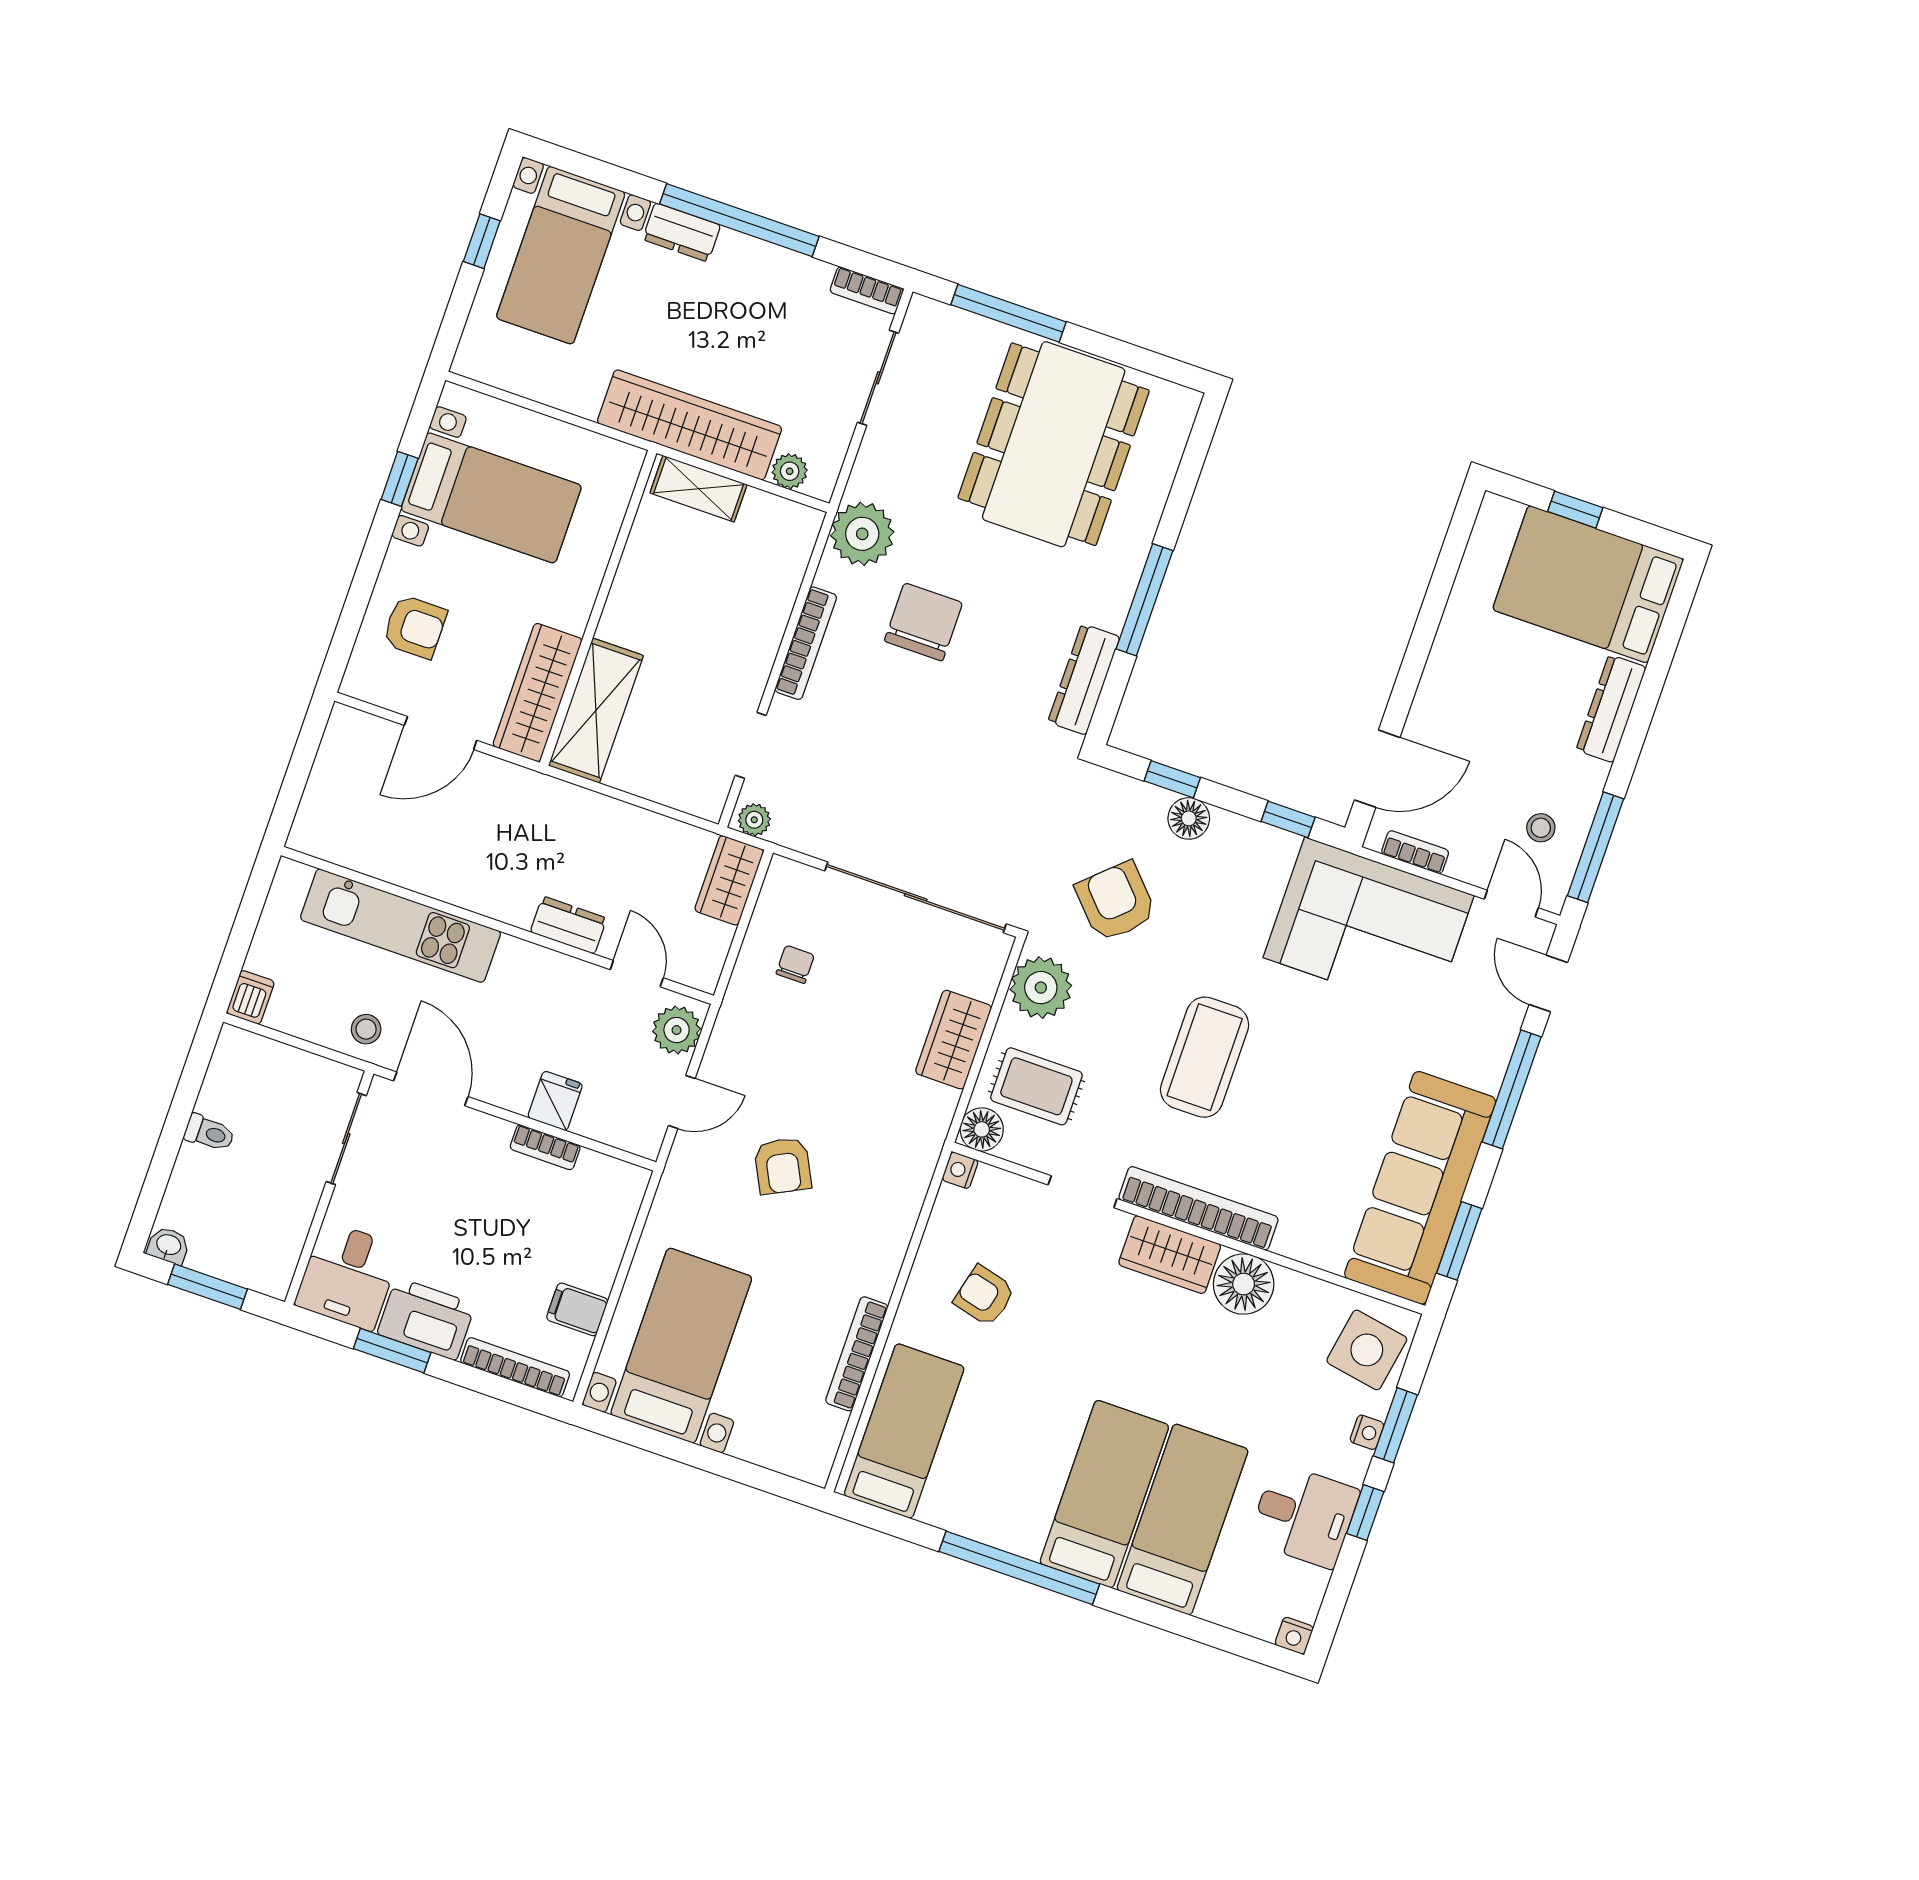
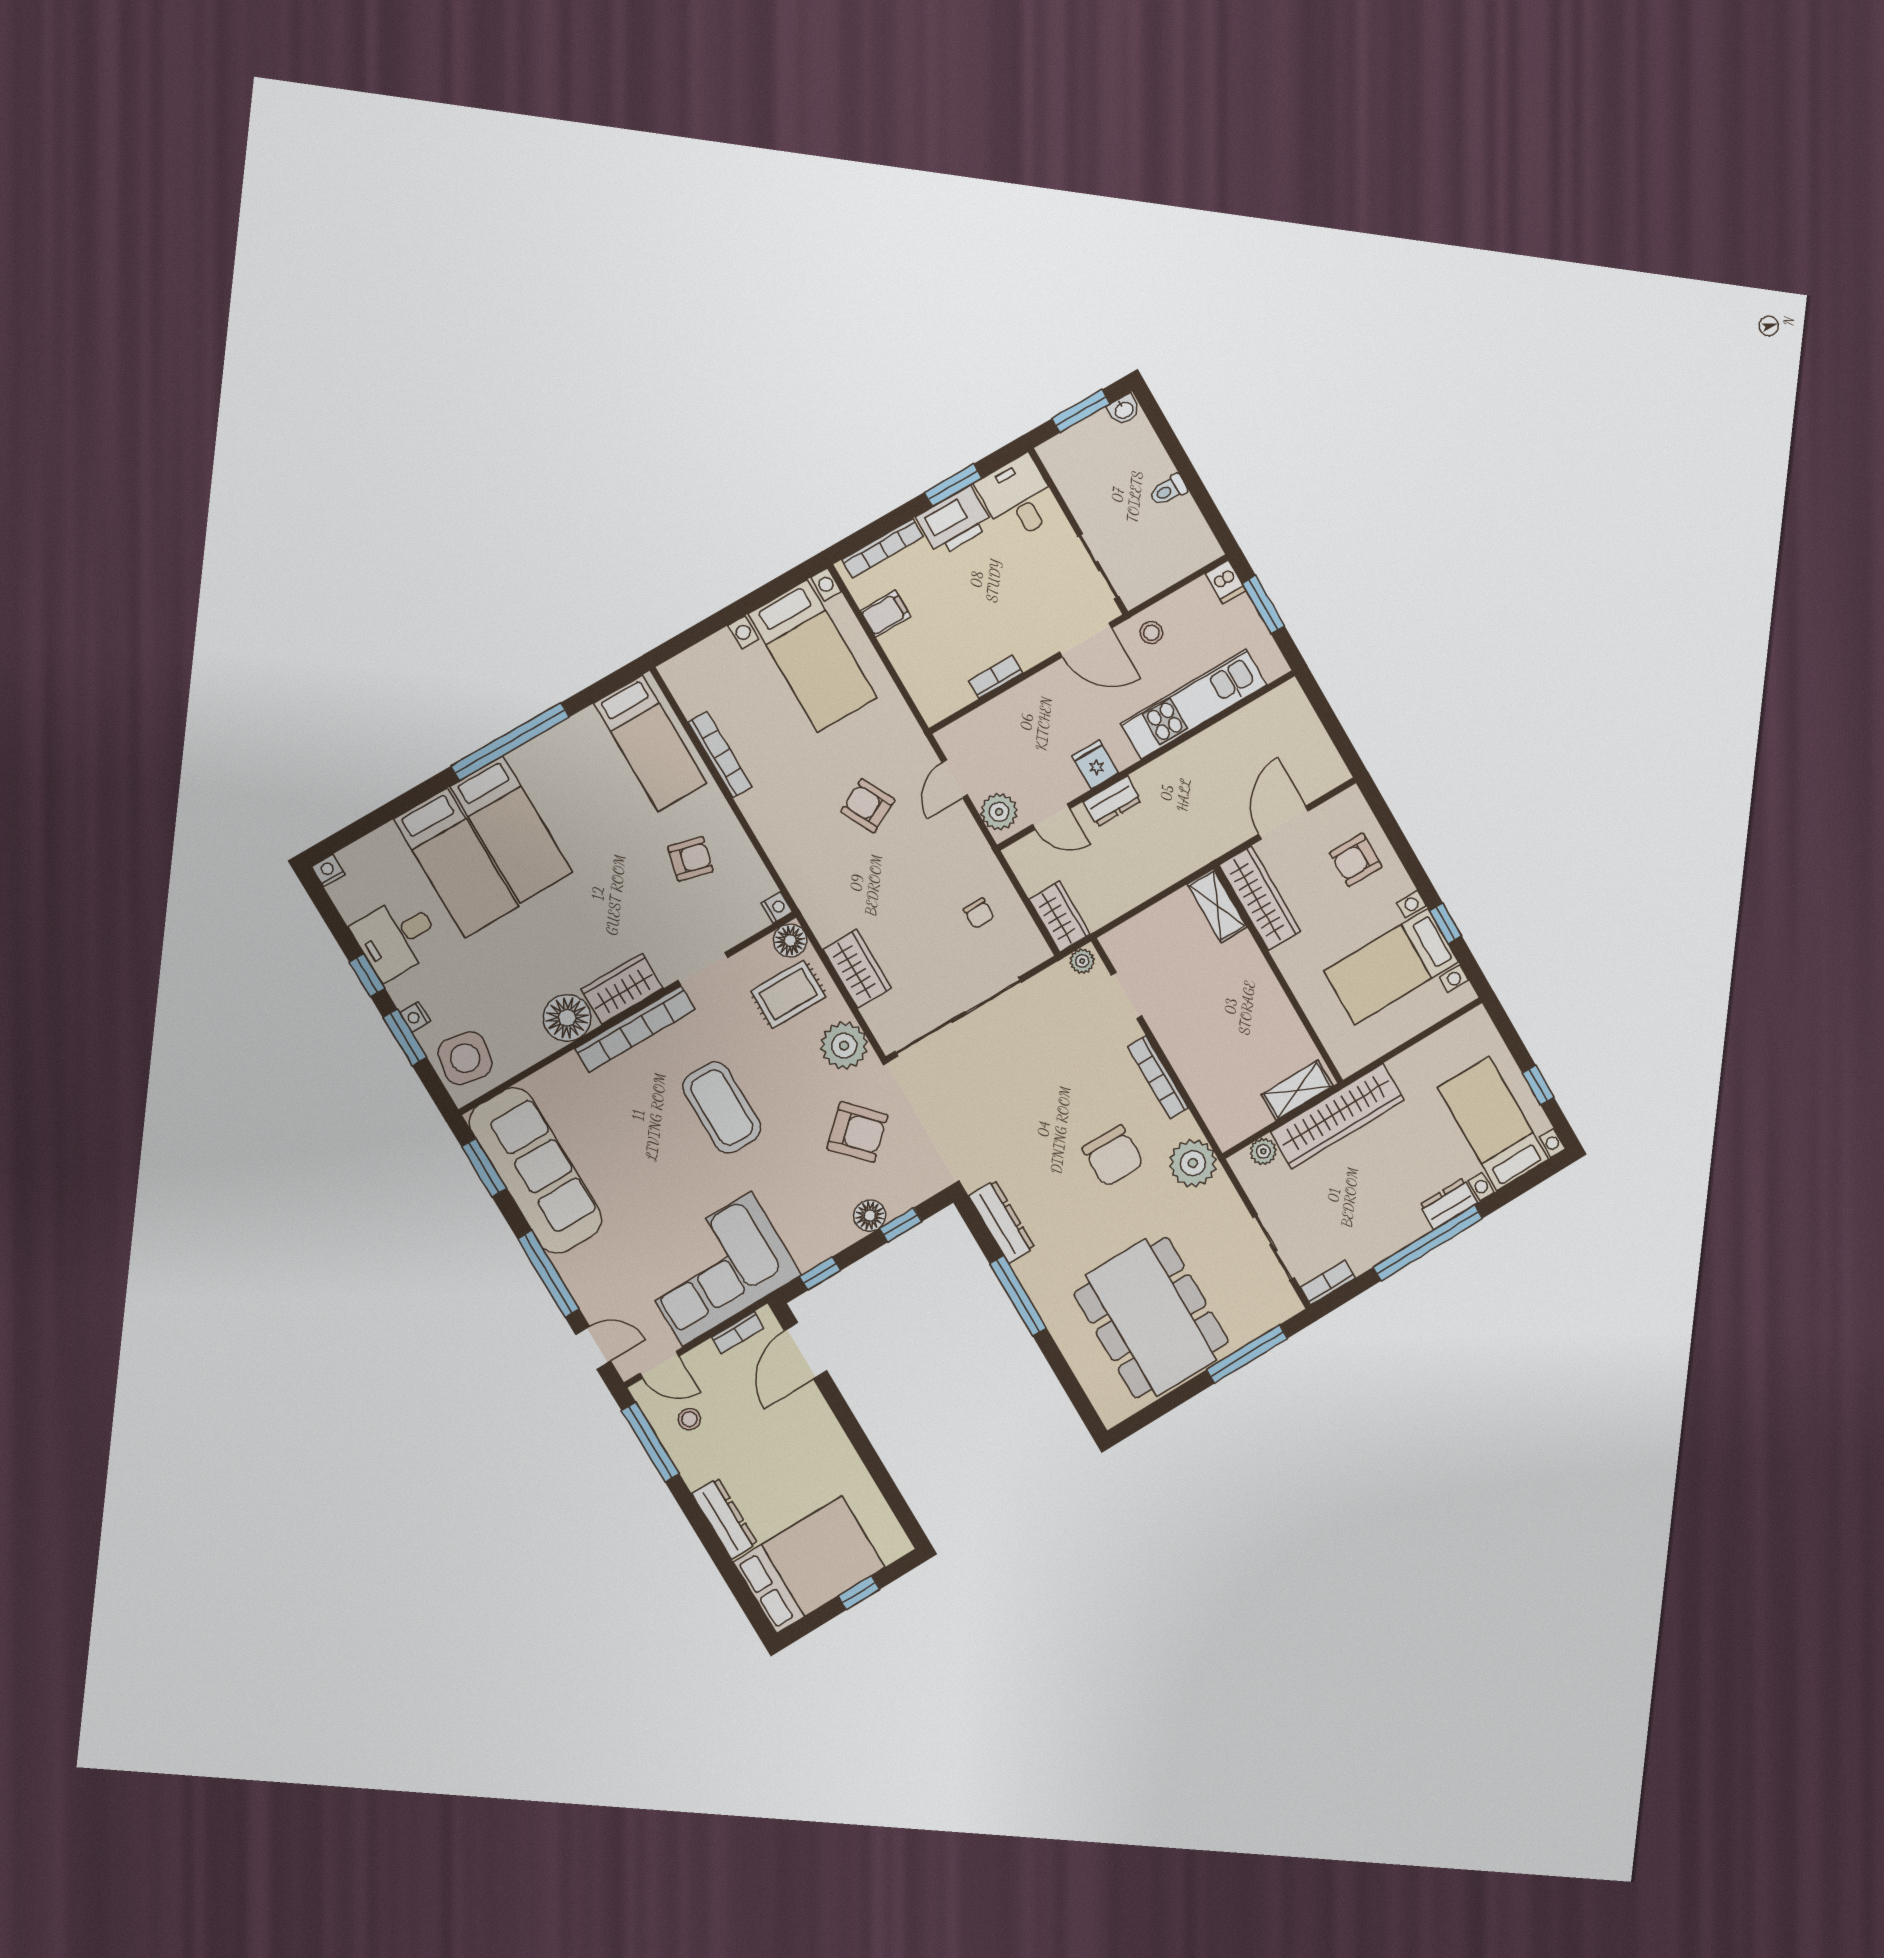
shelving: (596, 711) -> (1217, 906), width x0.67, depth x0.75
window: (240, 940) -> (1263, 605), added
fridge: (555, 1101) -> (1095, 765), moved, turned 180

